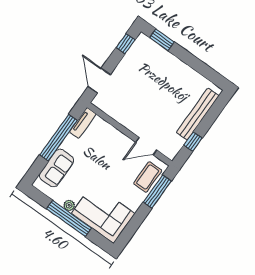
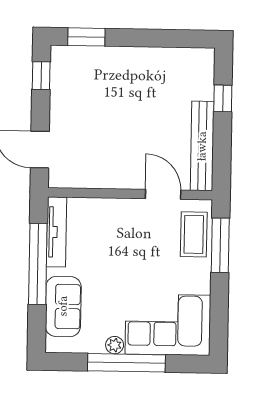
bench: (198, 114) -> (202, 146), moved
tv unit: (83, 123) -> (57, 232), width x1.41
window: (193, 142) -> (223, 98), moved
door: (146, 146) -> (163, 194), swing flipped

